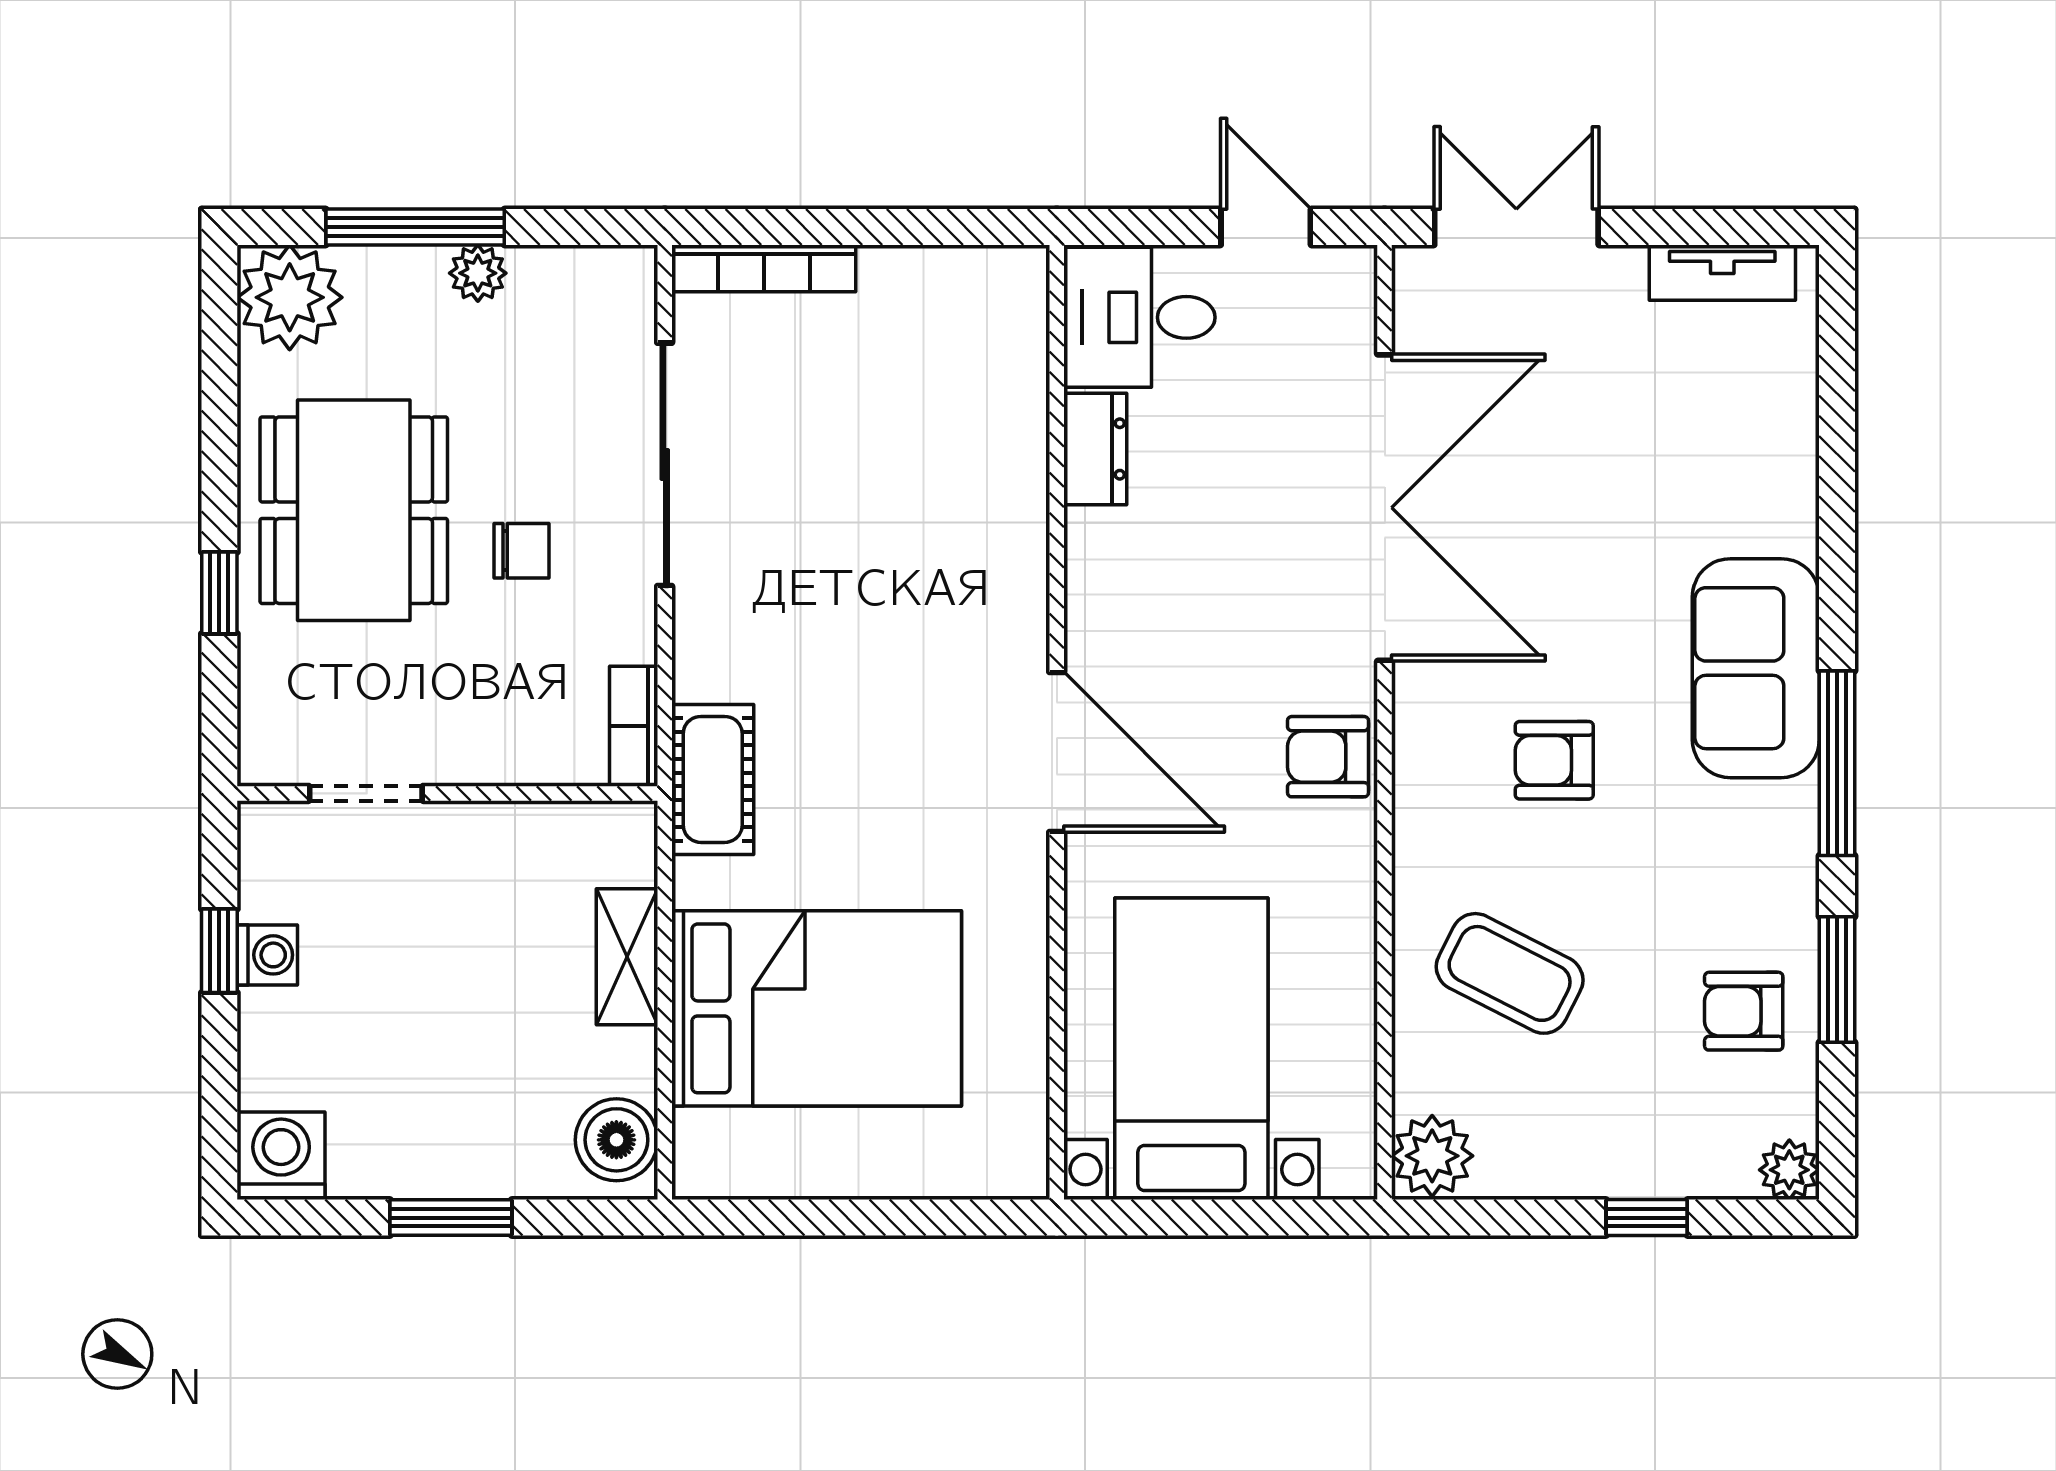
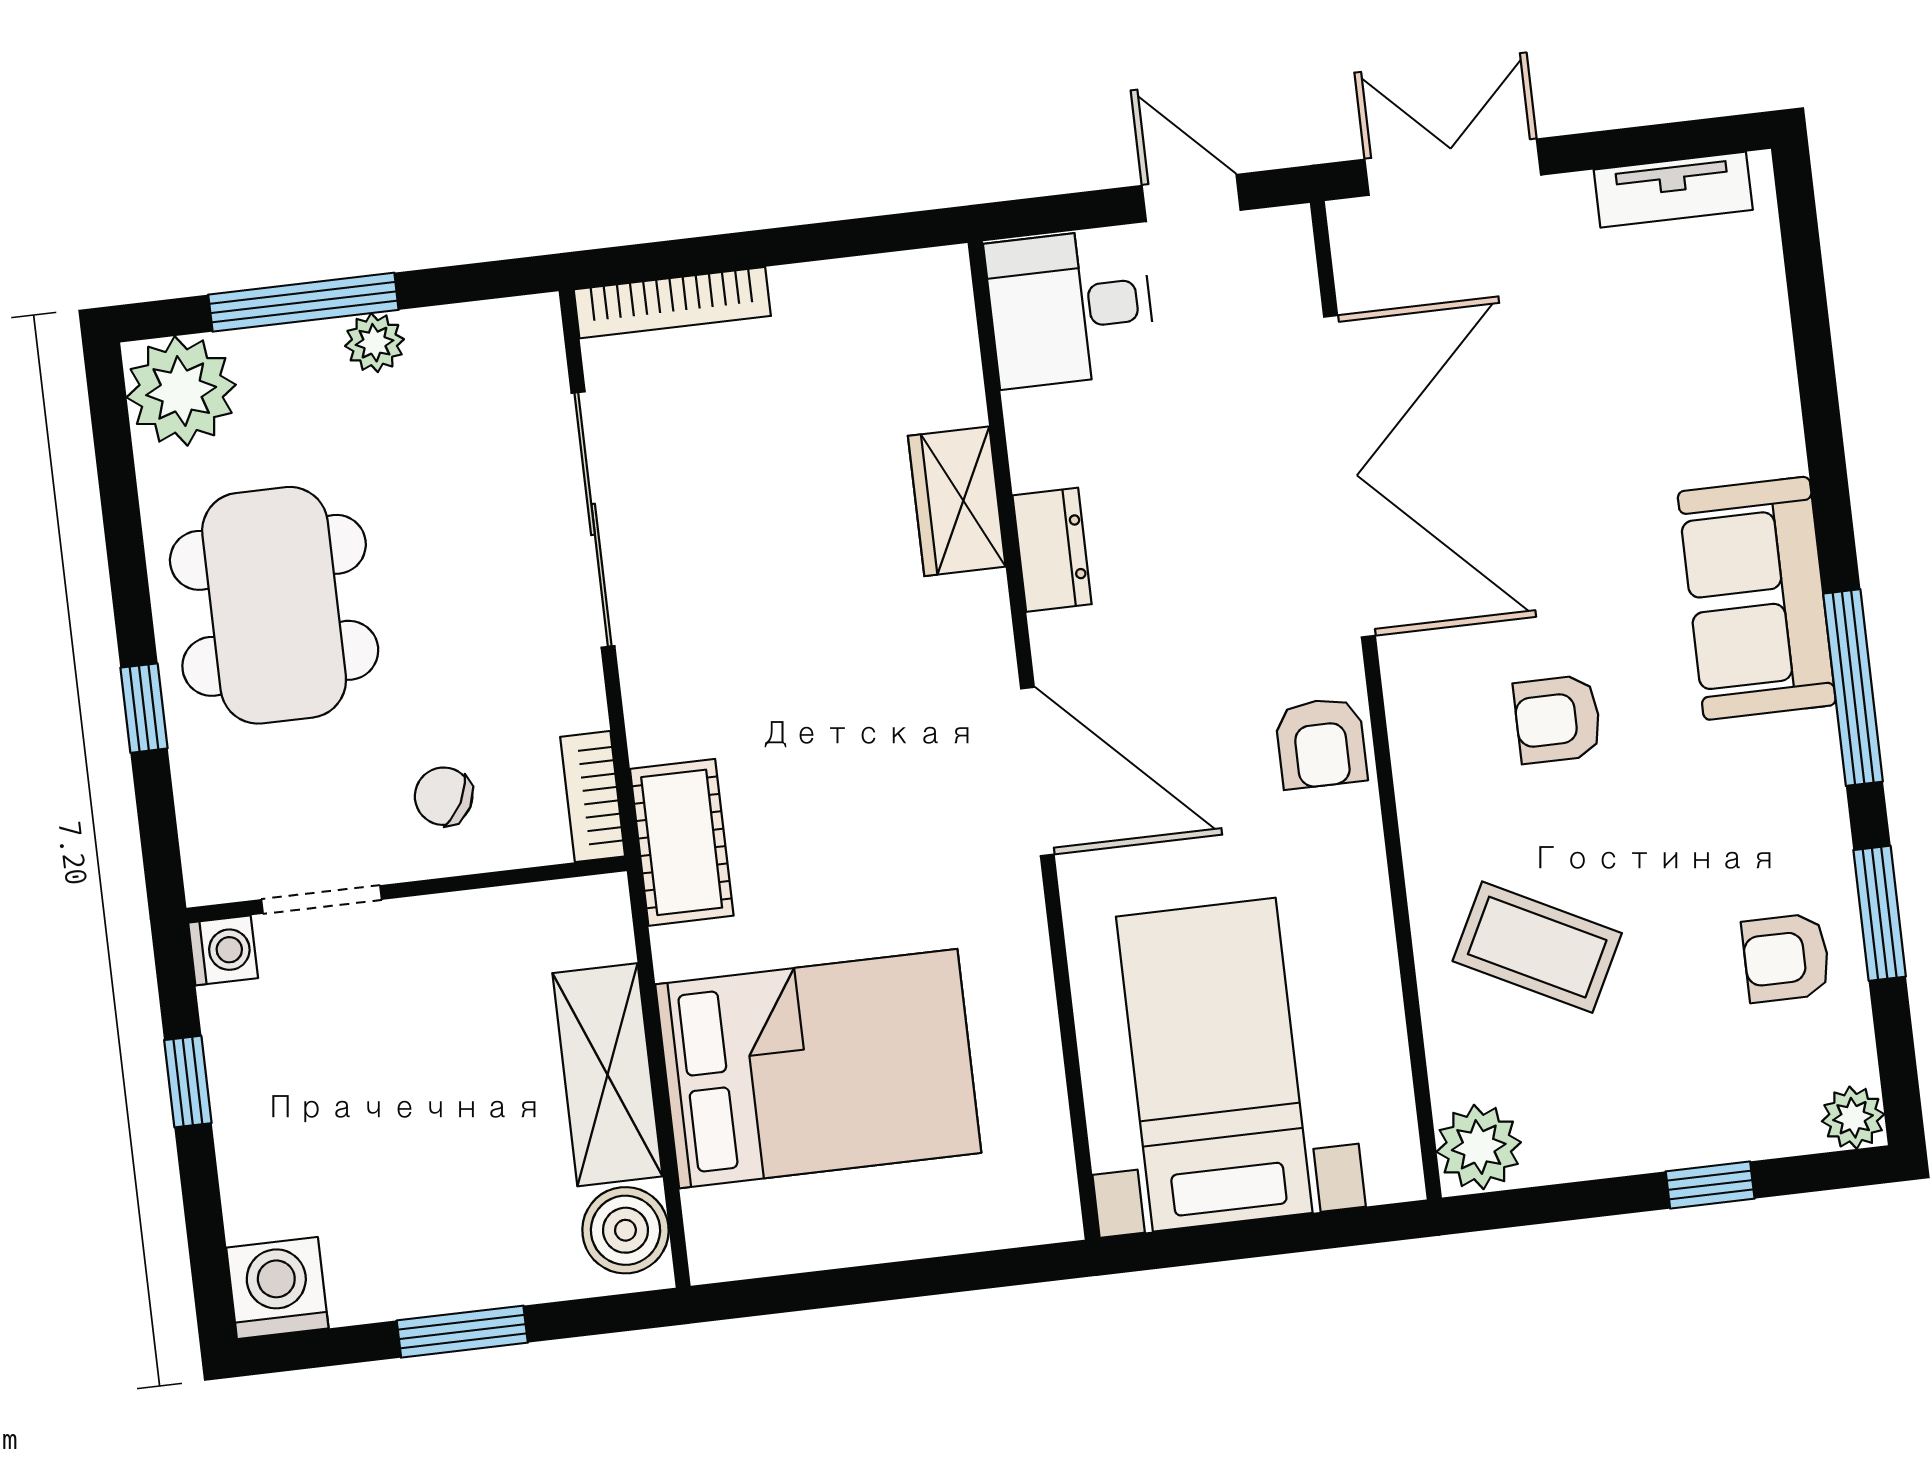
dresser: (1095, 449) -> (1052, 550), moved
wardrobe: (1011, 488) -> (957, 501), added
chair: (522, 551) -> (444, 796), moved, turned -152
armchair: (1328, 757) -> (1321, 743), turned -90
washing machine: (267, 955) -> (223, 950), moved
shelving: (627, 957) -> (607, 1075), width x1.50, depth x1.33

